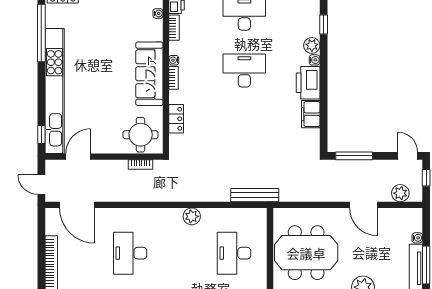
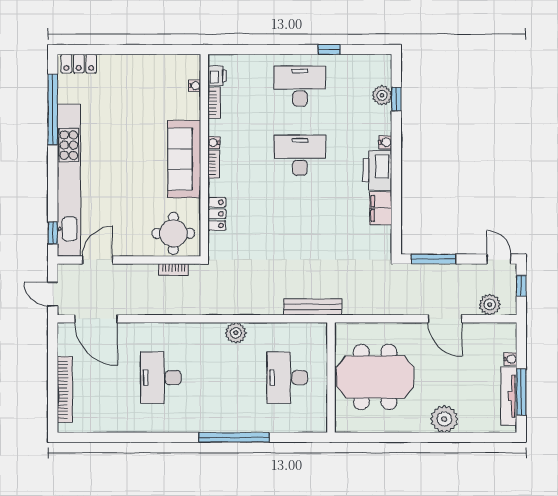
plant: (312, 45) -> (382, 95), moved

